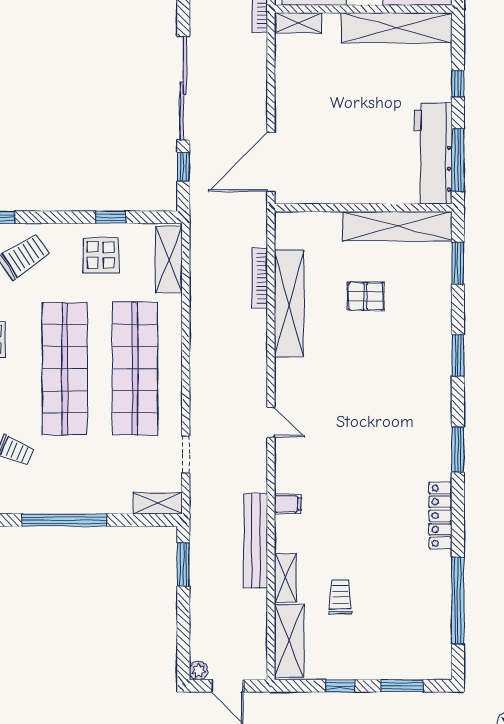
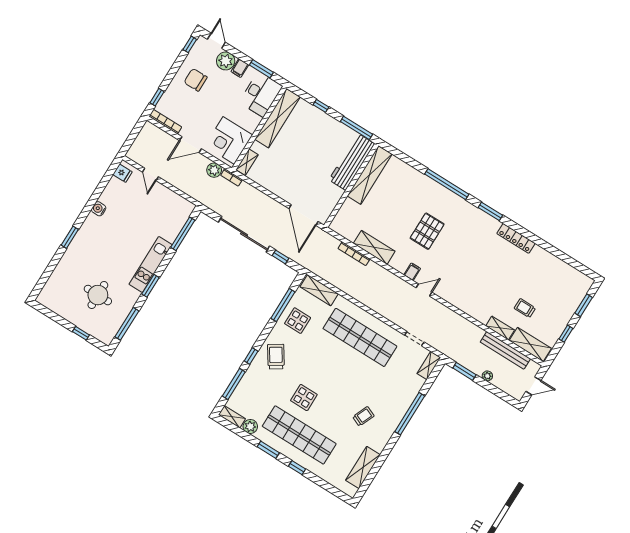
workbench: (433, 153) -> (352, 162), moved, turned 90
window: (111, 217) -> (283, 305), width x2.17
window: (458, 263) -> (404, 158), removed
pallet: (366, 296) -> (427, 231), moved, width x1.50, depth x1.42
shelving: (289, 303) -> (374, 247), width x0.68
window: (458, 355) -> (447, 184), width x2.11
shop shelf: (65, 369) -> (340, 370), removed
filing cabinet: (288, 504) -> (412, 272), moved
bench: (256, 541) -> (505, 350), moved
window: (458, 600) -> (560, 255), removed
plant: (199, 671) -> (487, 376), moved

